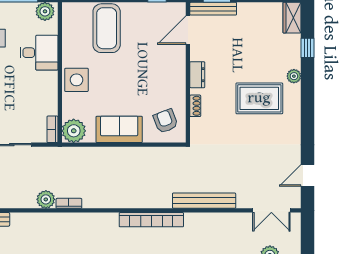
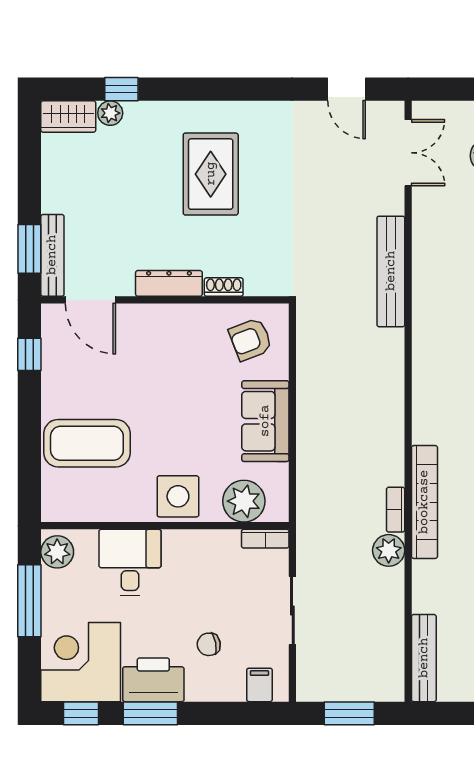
dresser: (197, 75) -> (169, 283), width x1.44
plant: (294, 76) -> (110, 113), moved
plant: (74, 131) -> (244, 501), moved
bookcase: (151, 220) -> (424, 502), moved

